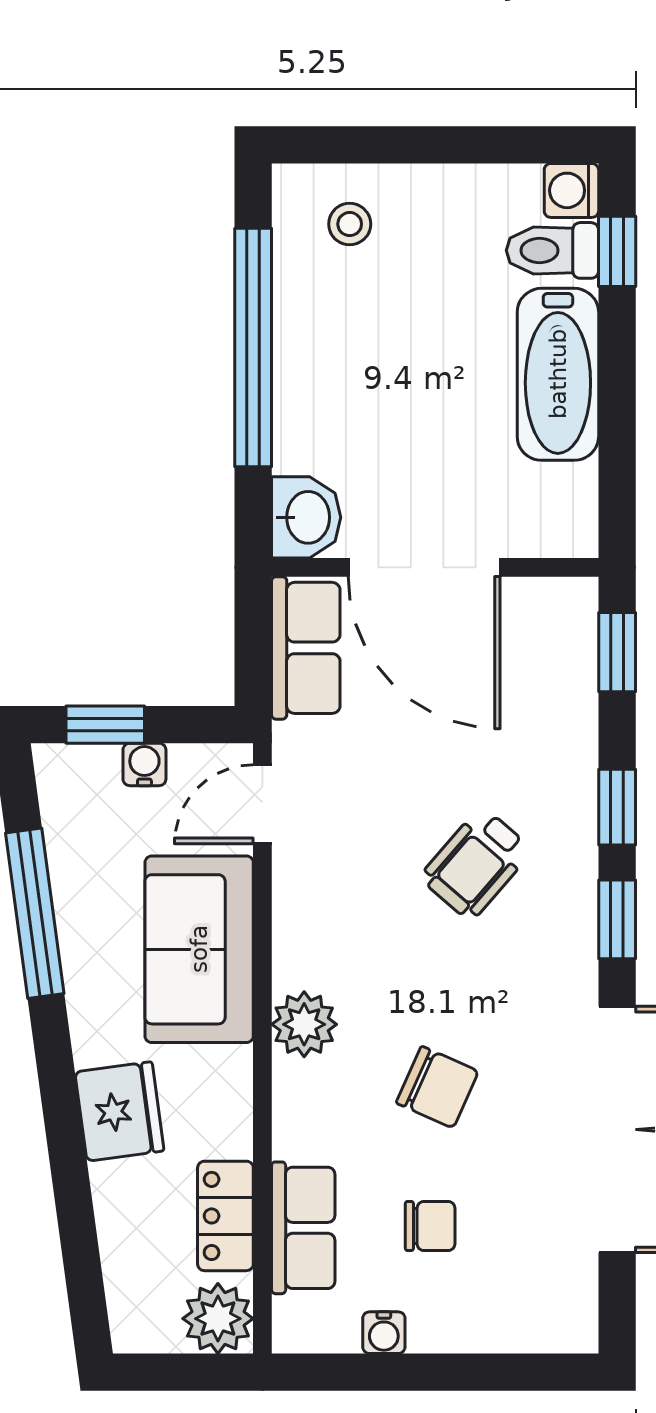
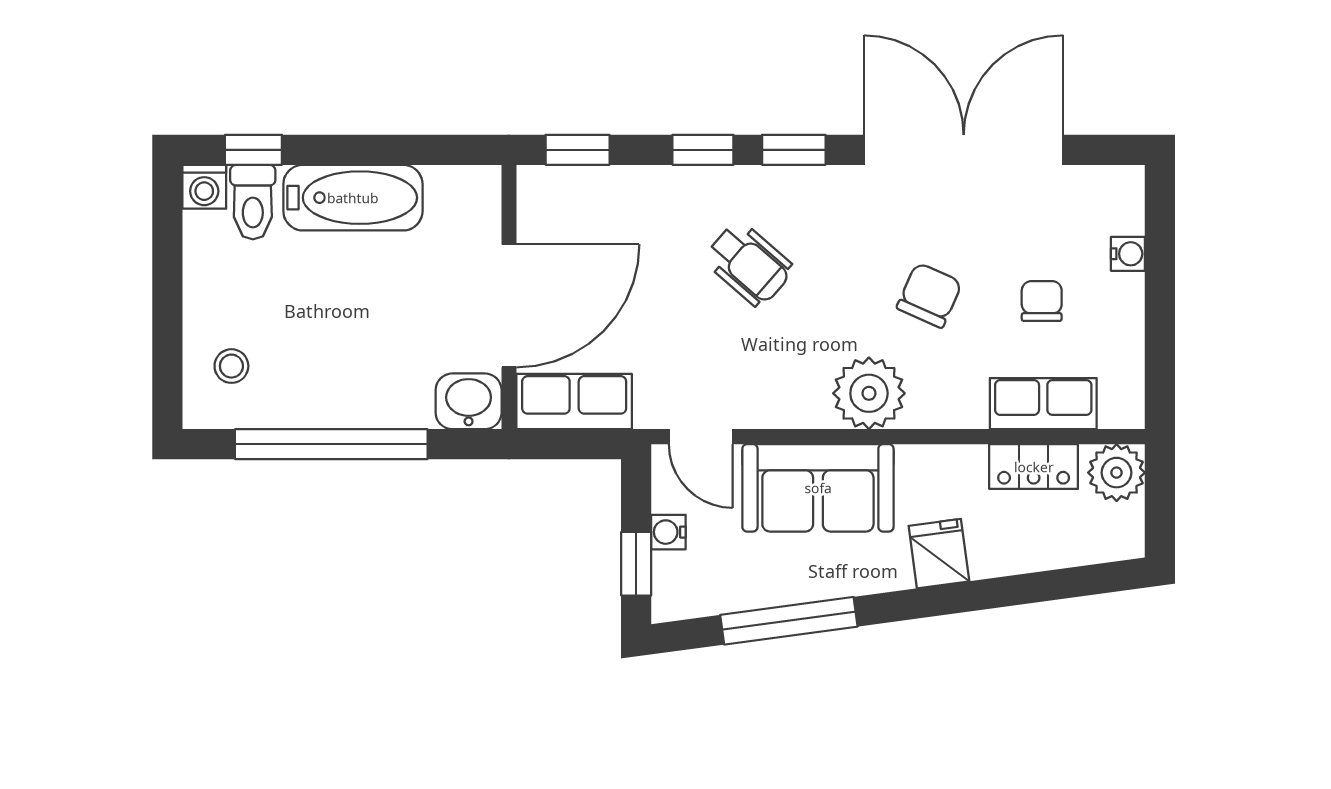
plant: (304, 1024) -> (869, 393), width x1.36, depth x1.36
fridge: (119, 1111) -> (939, 554), width x0.72
water cooler: (384, 1333) -> (1128, 254), moved

